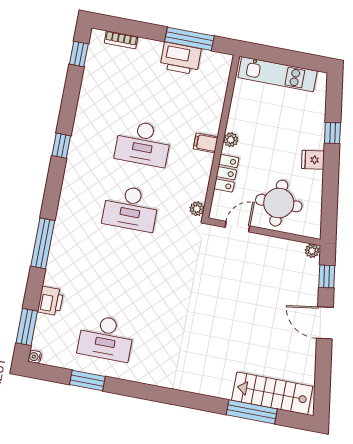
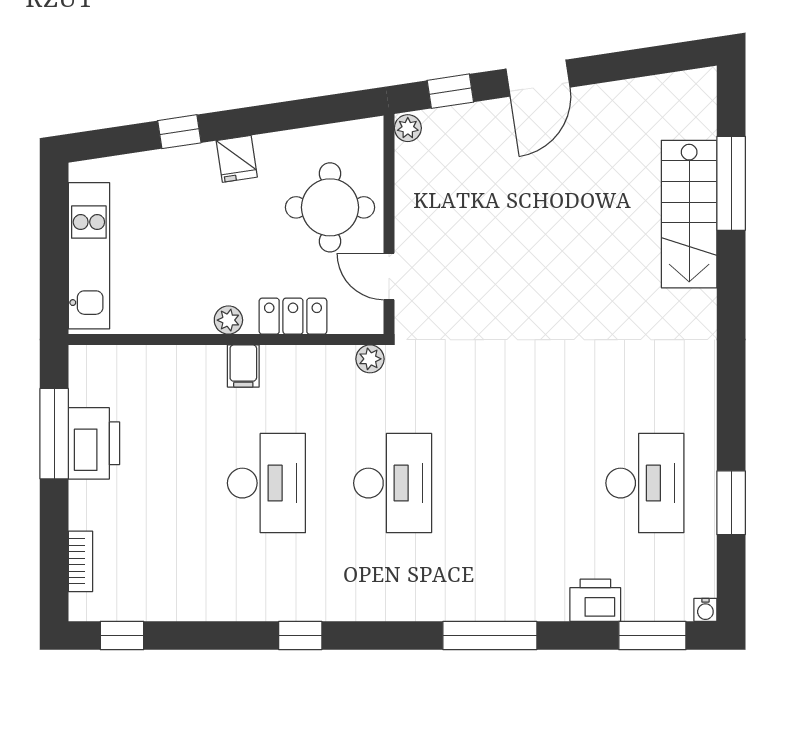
stairs: (272, 393) -> (689, 214), moved

